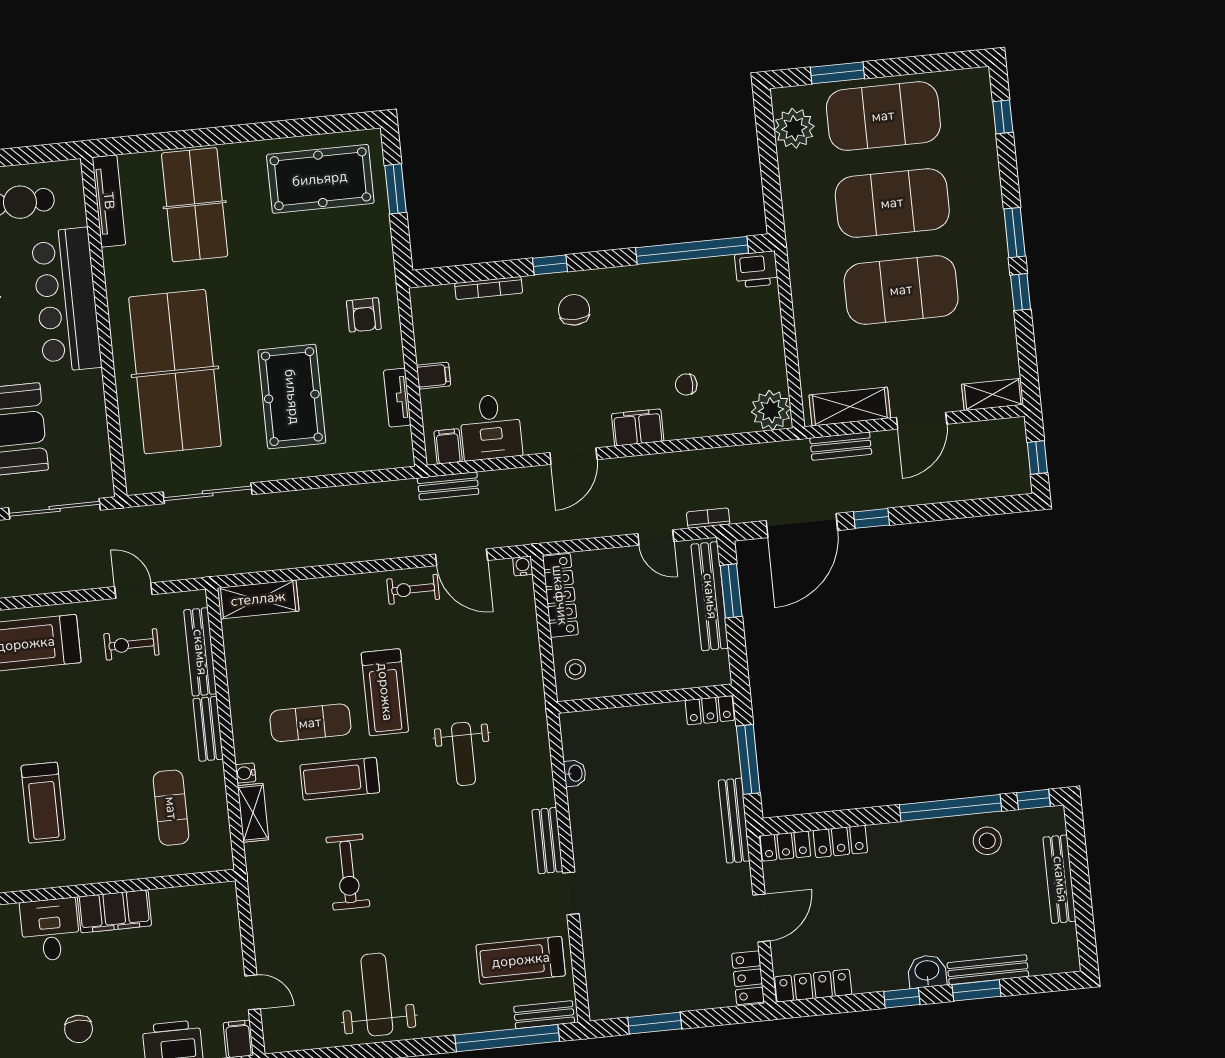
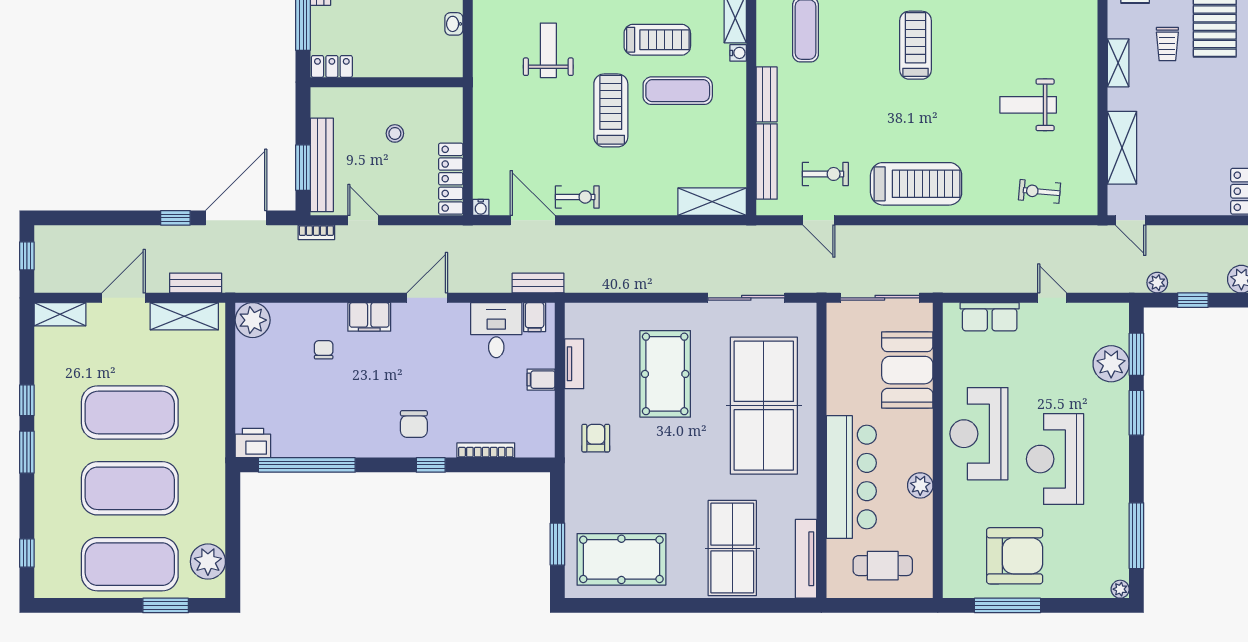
chair: (686, 384) -> (324, 350), turned -90
stool: (575, 669) -> (395, 133), moved

